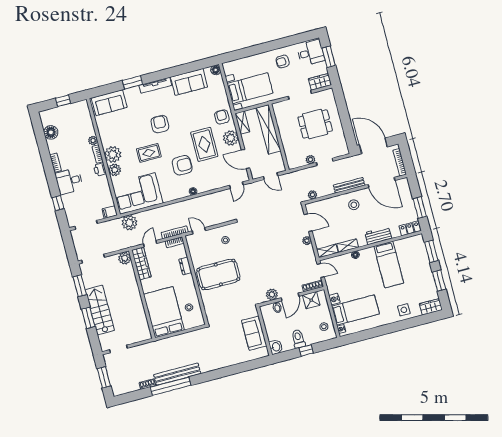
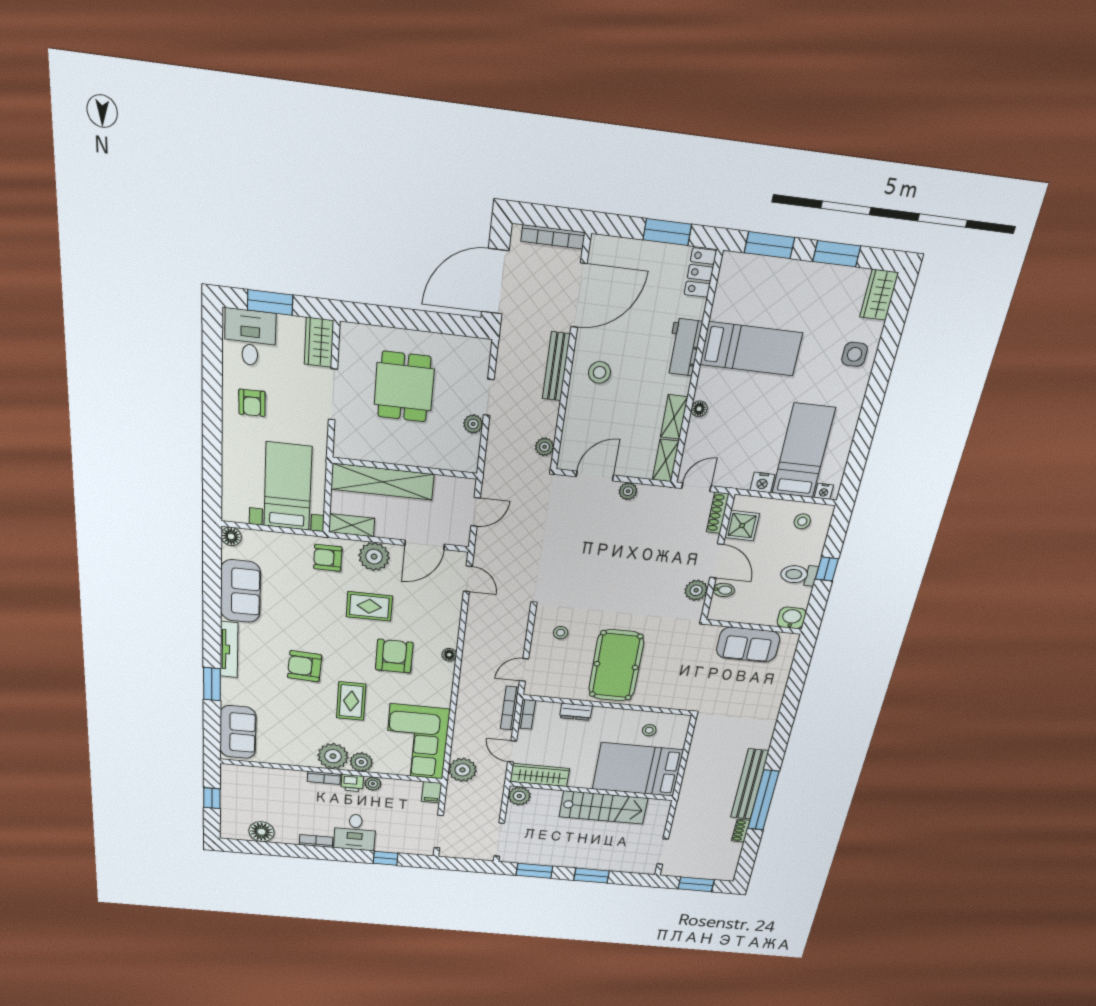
plant: (93, 141) -> (373, 784), moved
rug: (204, 144) -> (369, 606), width x0.73, depth x0.70
stairs: (100, 310) -> (604, 807), moved, turned 180

